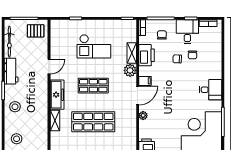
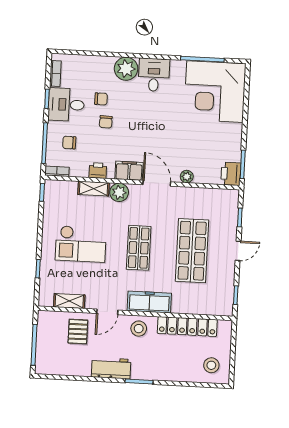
pallet: (36, 31) -> (78, 332), moved
bicycle: (9, 42) -> (67, 368), removed
checkout: (94, 46) -> (81, 244), turned 90
printer: (147, 55) -> (98, 170), width x0.53, depth x0.68
door: (49, 67) -> (107, 312), swing flipped
plant: (214, 71) -> (126, 69), added
filing cabinet: (145, 81) -> (129, 171), width x2.00
stool: (15, 107) -> (139, 329), moved
shelving: (55, 120) -> (69, 301), moved
locker: (42, 121) -> (187, 327), added

